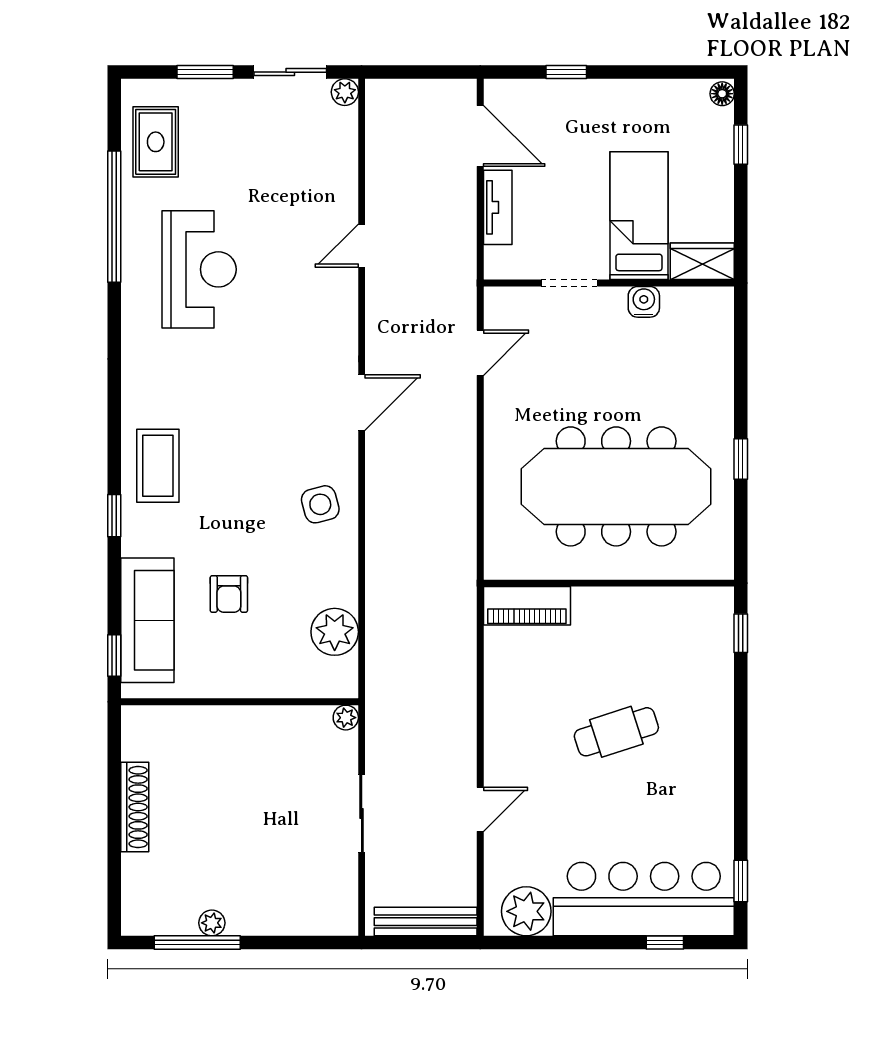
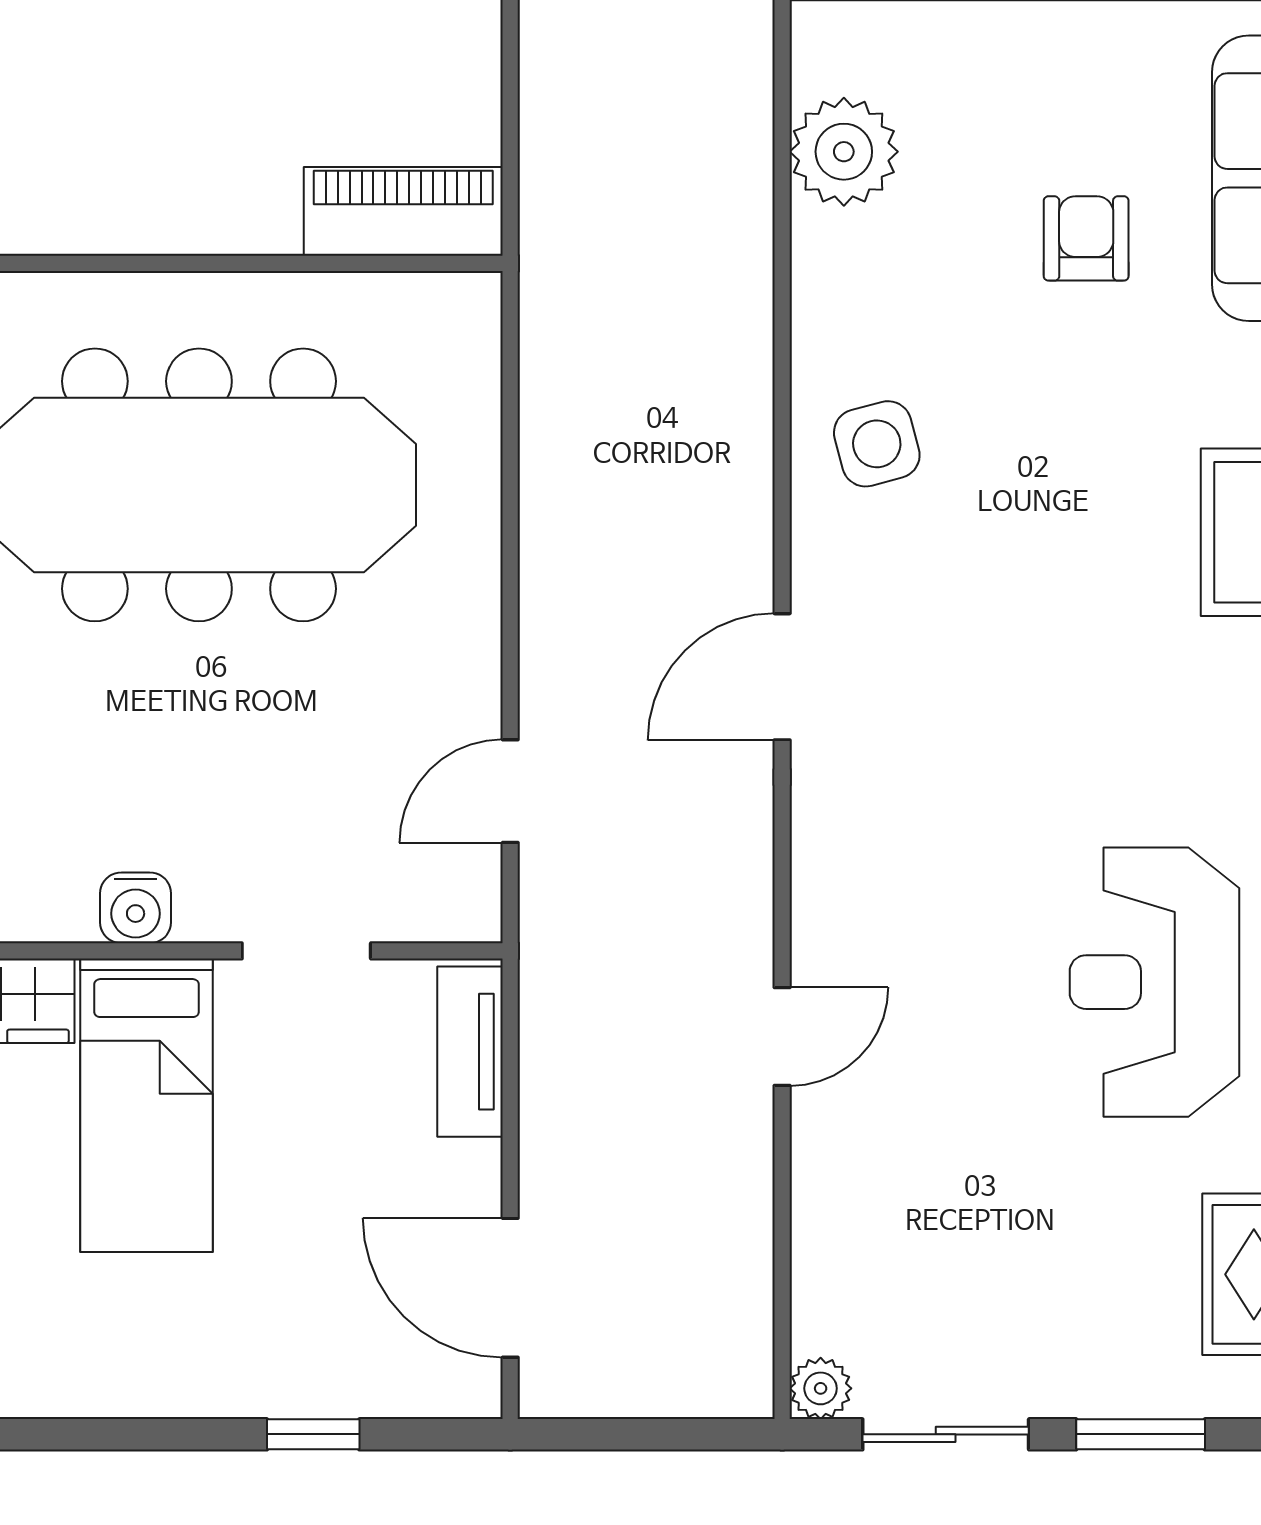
tv unit: (498, 207) -> (470, 1052), moved

